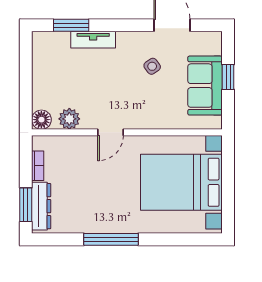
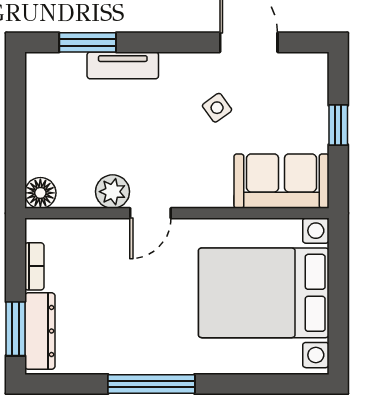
sofa: (205, 86) -> (282, 181), moved, turned 90
plant: (69, 119) -> (113, 192), moved

